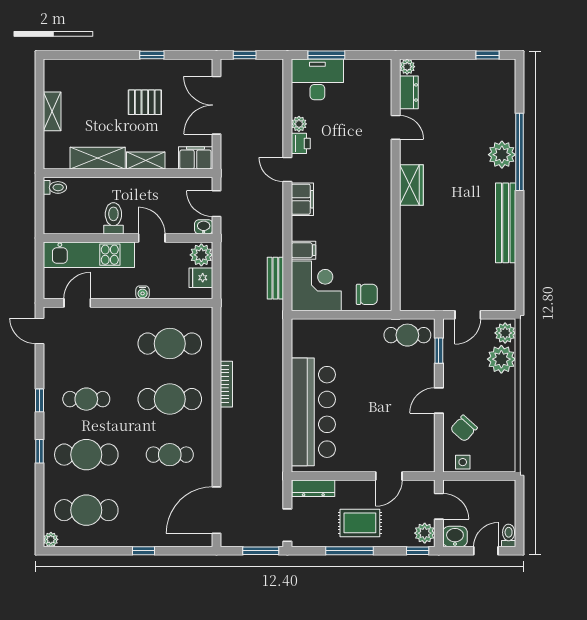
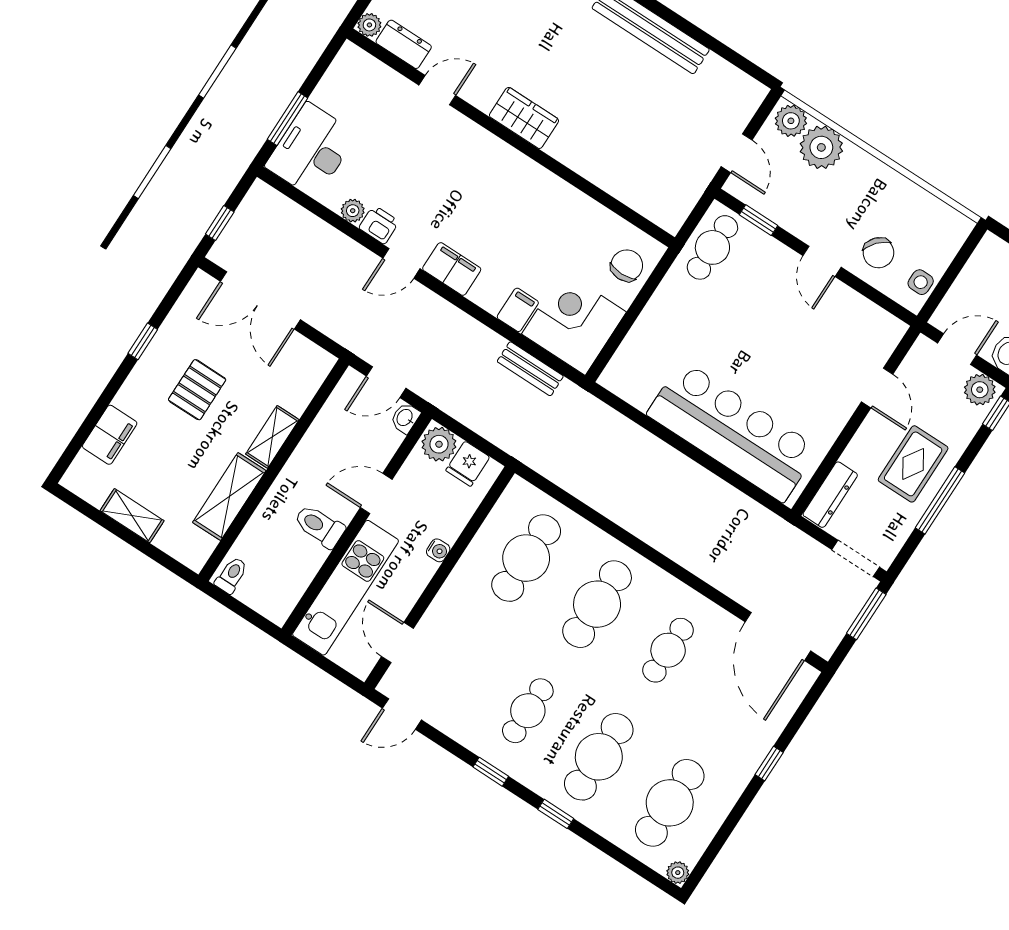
filing cabinet: (195, 158) -> (110, 435), moved, turned 180
bookcase: (226, 384) -> (625, 519), removed

